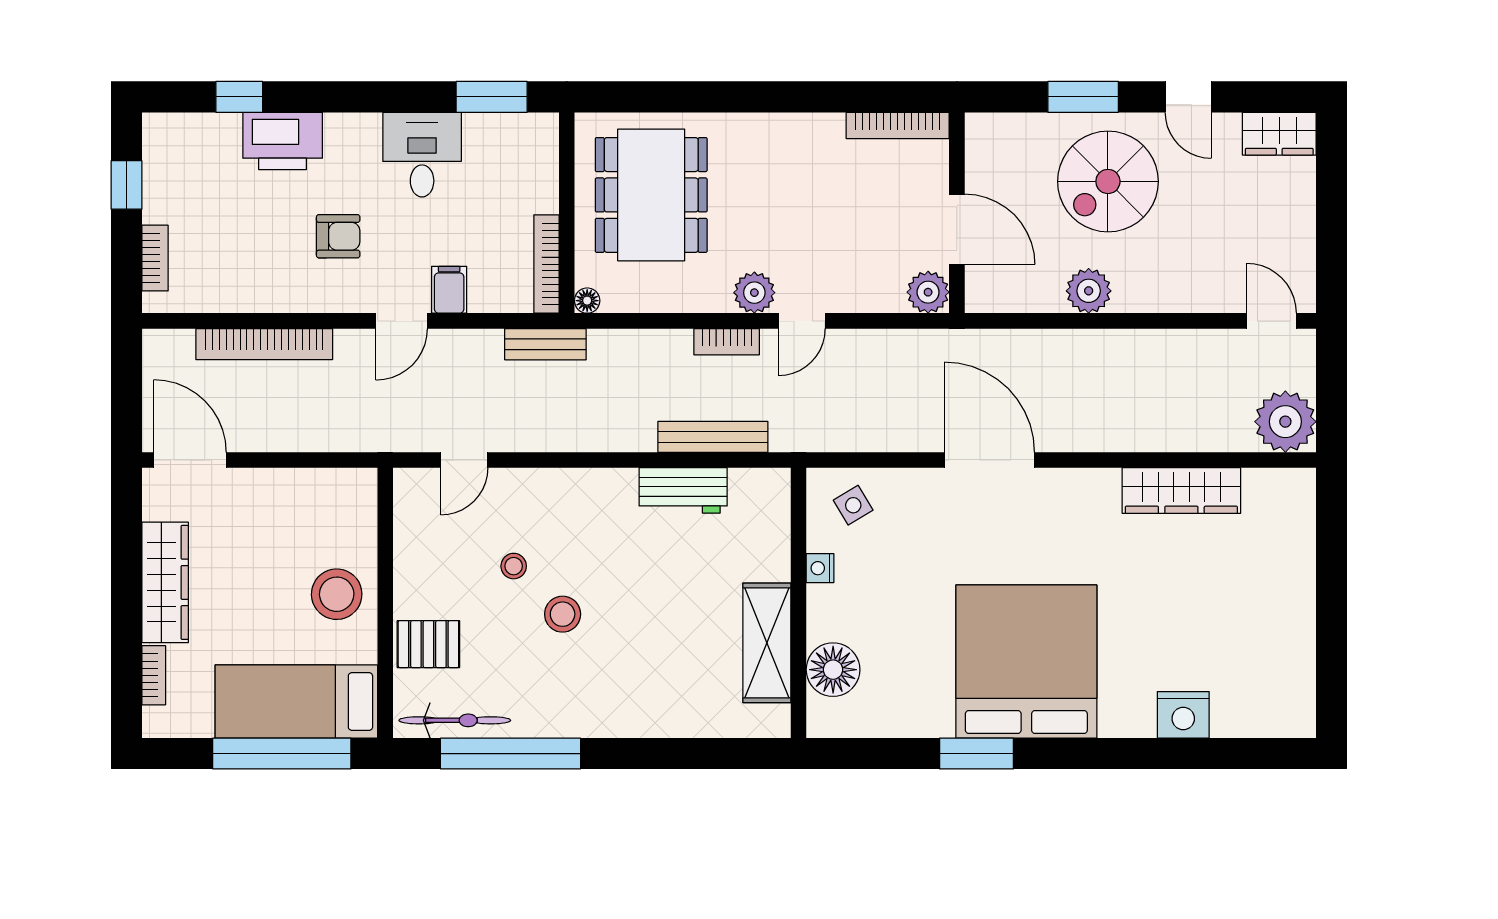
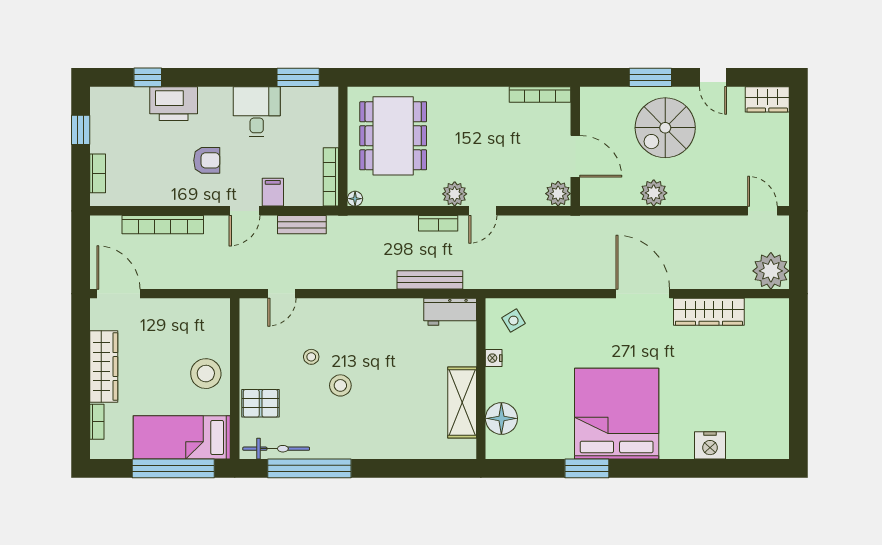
bench: (545, 344) -> (302, 225), moved
door: (989, 460) -> (643, 294), moved
workbench: (683, 490) -> (450, 312), moved

